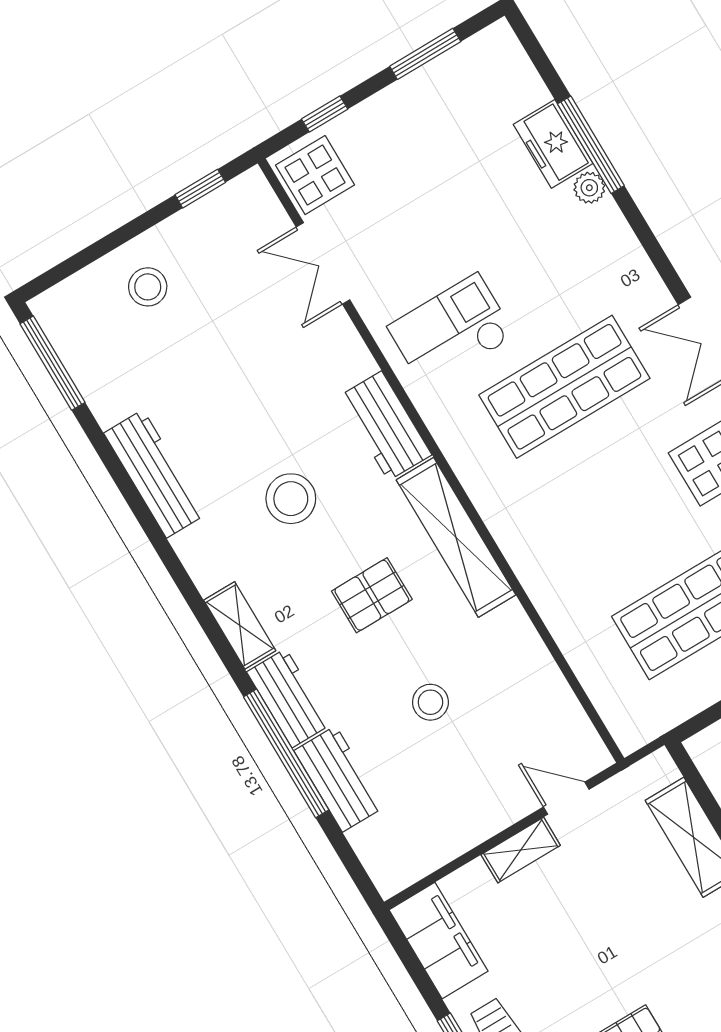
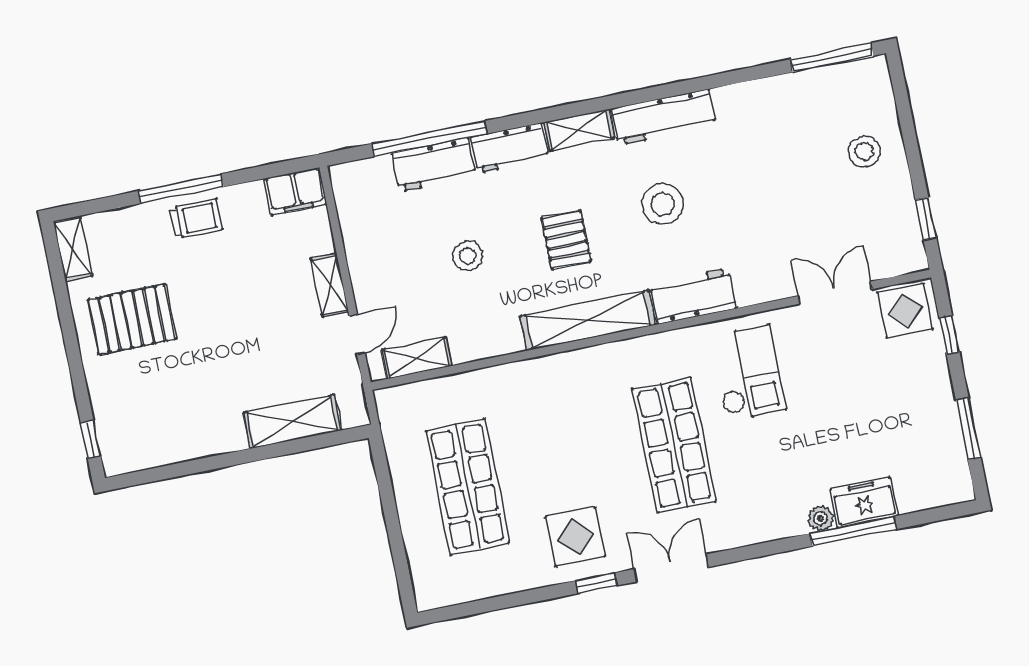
workbench: (155, 474) -> (664, 117), moved
shelving: (569, 720) -> (417, 358), added
window: (286, 753) -> (429, 139), moved
filing cabinet: (438, 941) -> (296, 191), width x0.67, depth x0.86

